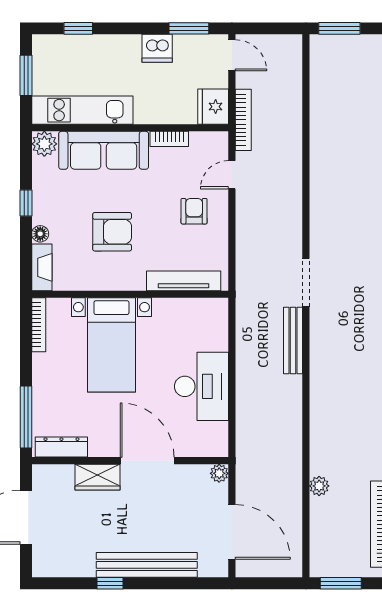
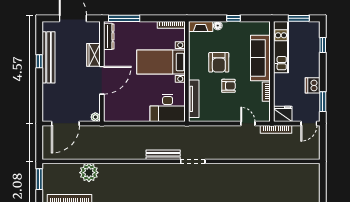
window: (339, 28) -> (323, 178), removed
plant: (44, 144) -> (264, 28), removed
armchair: (194, 211) -> (228, 86), moved
desk: (201, 386) -> (168, 108), moved
plant: (319, 486) -> (89, 173), width x1.87, depth x1.87
bench: (147, 565) -> (49, 57), moved

